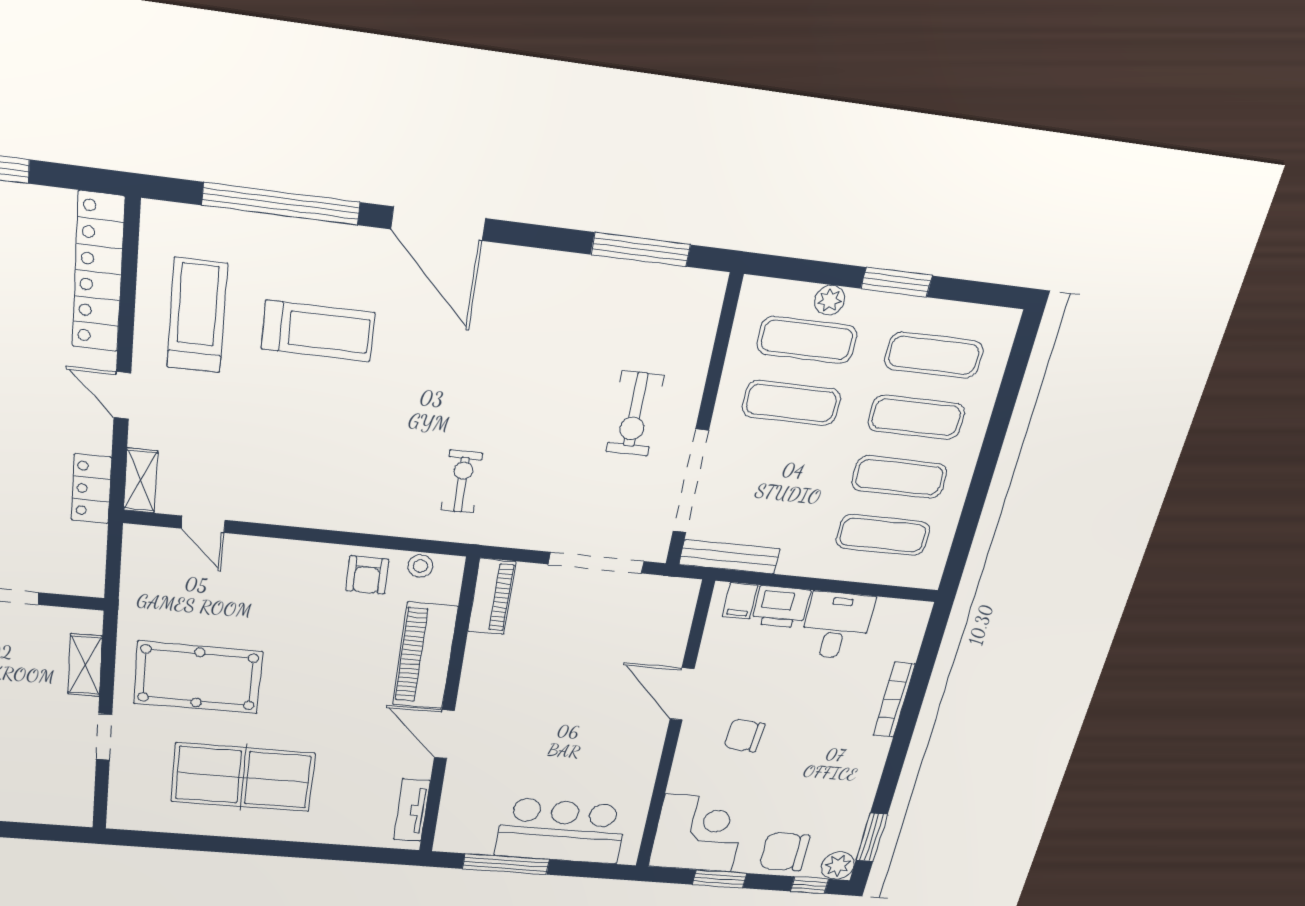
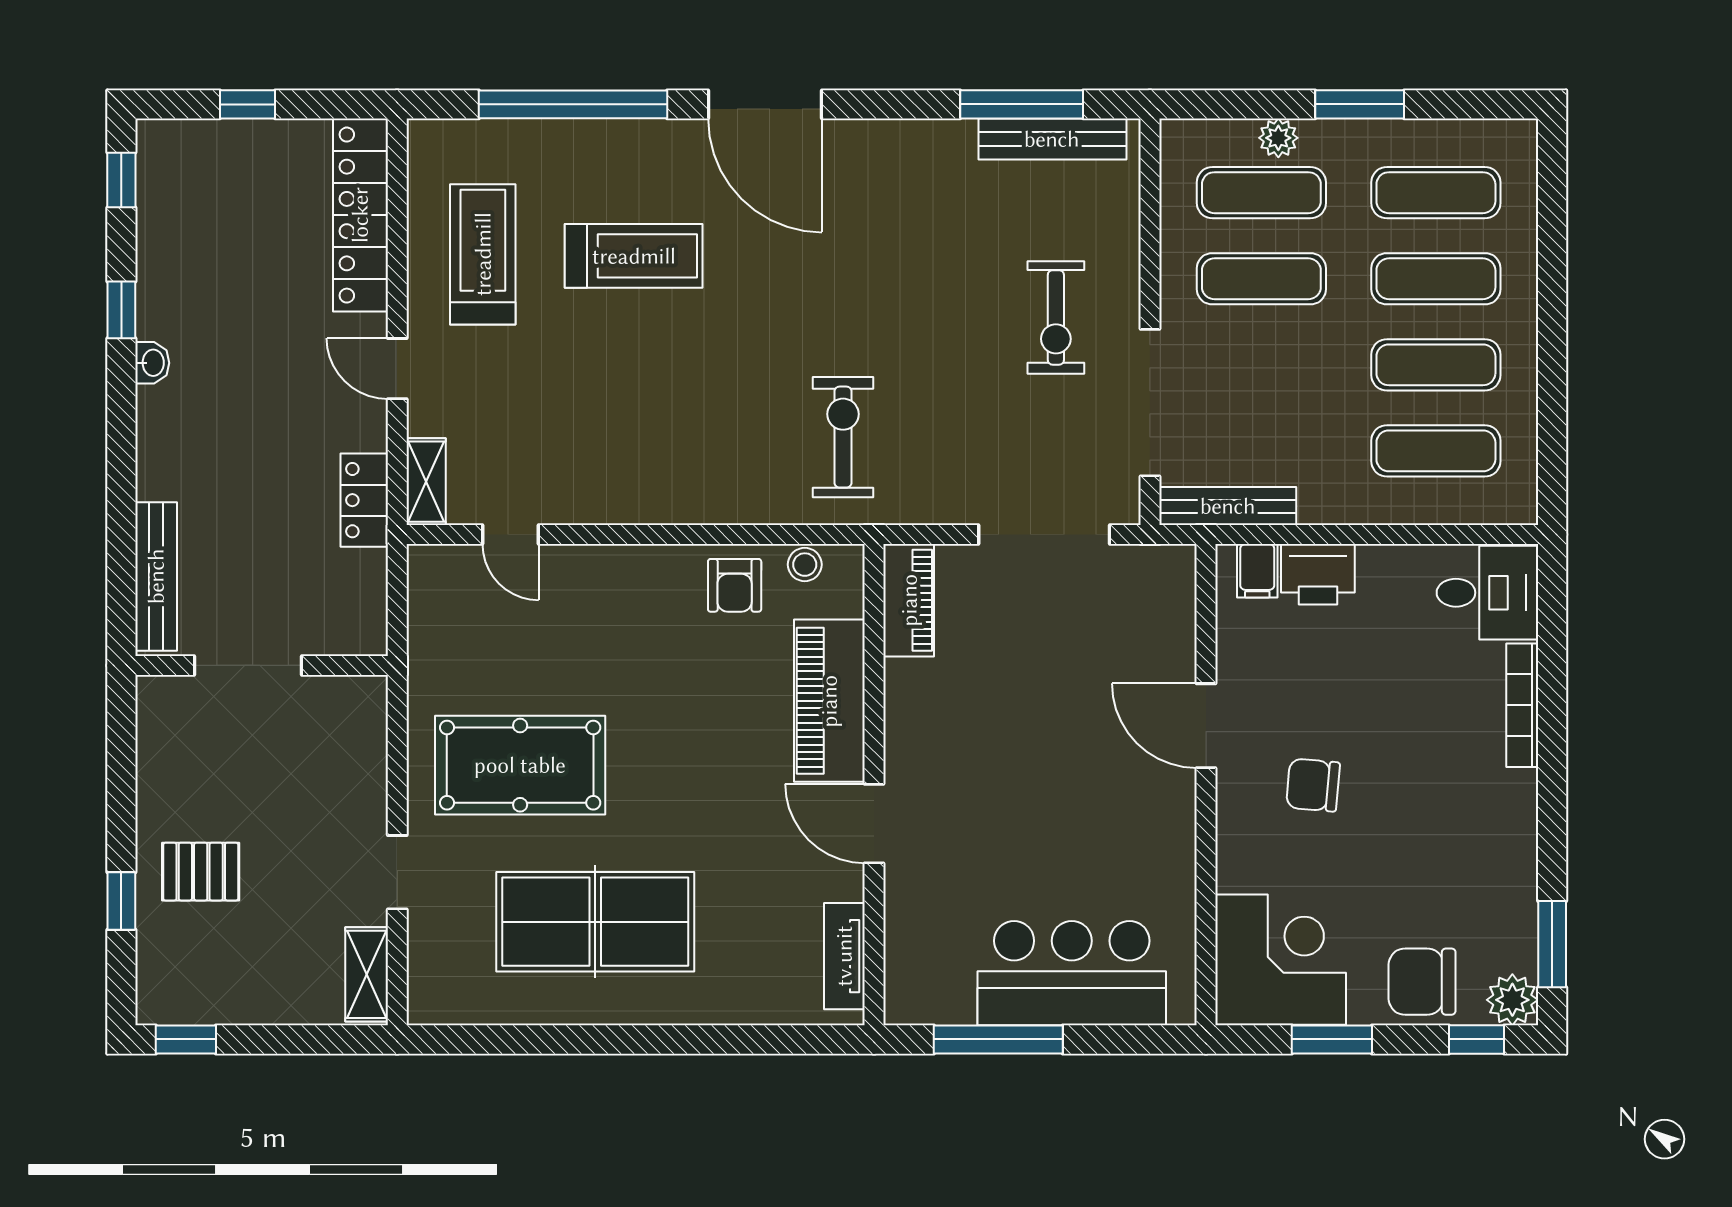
bench: (659, 280) -> (1052, 139), added
exercise bike: (462, 482) -> (843, 437), width x1.38, depth x1.39
desk: (836, 625) -> (1487, 593), moved, turned 90
shelving: (85, 665) -> (367, 974), moved

